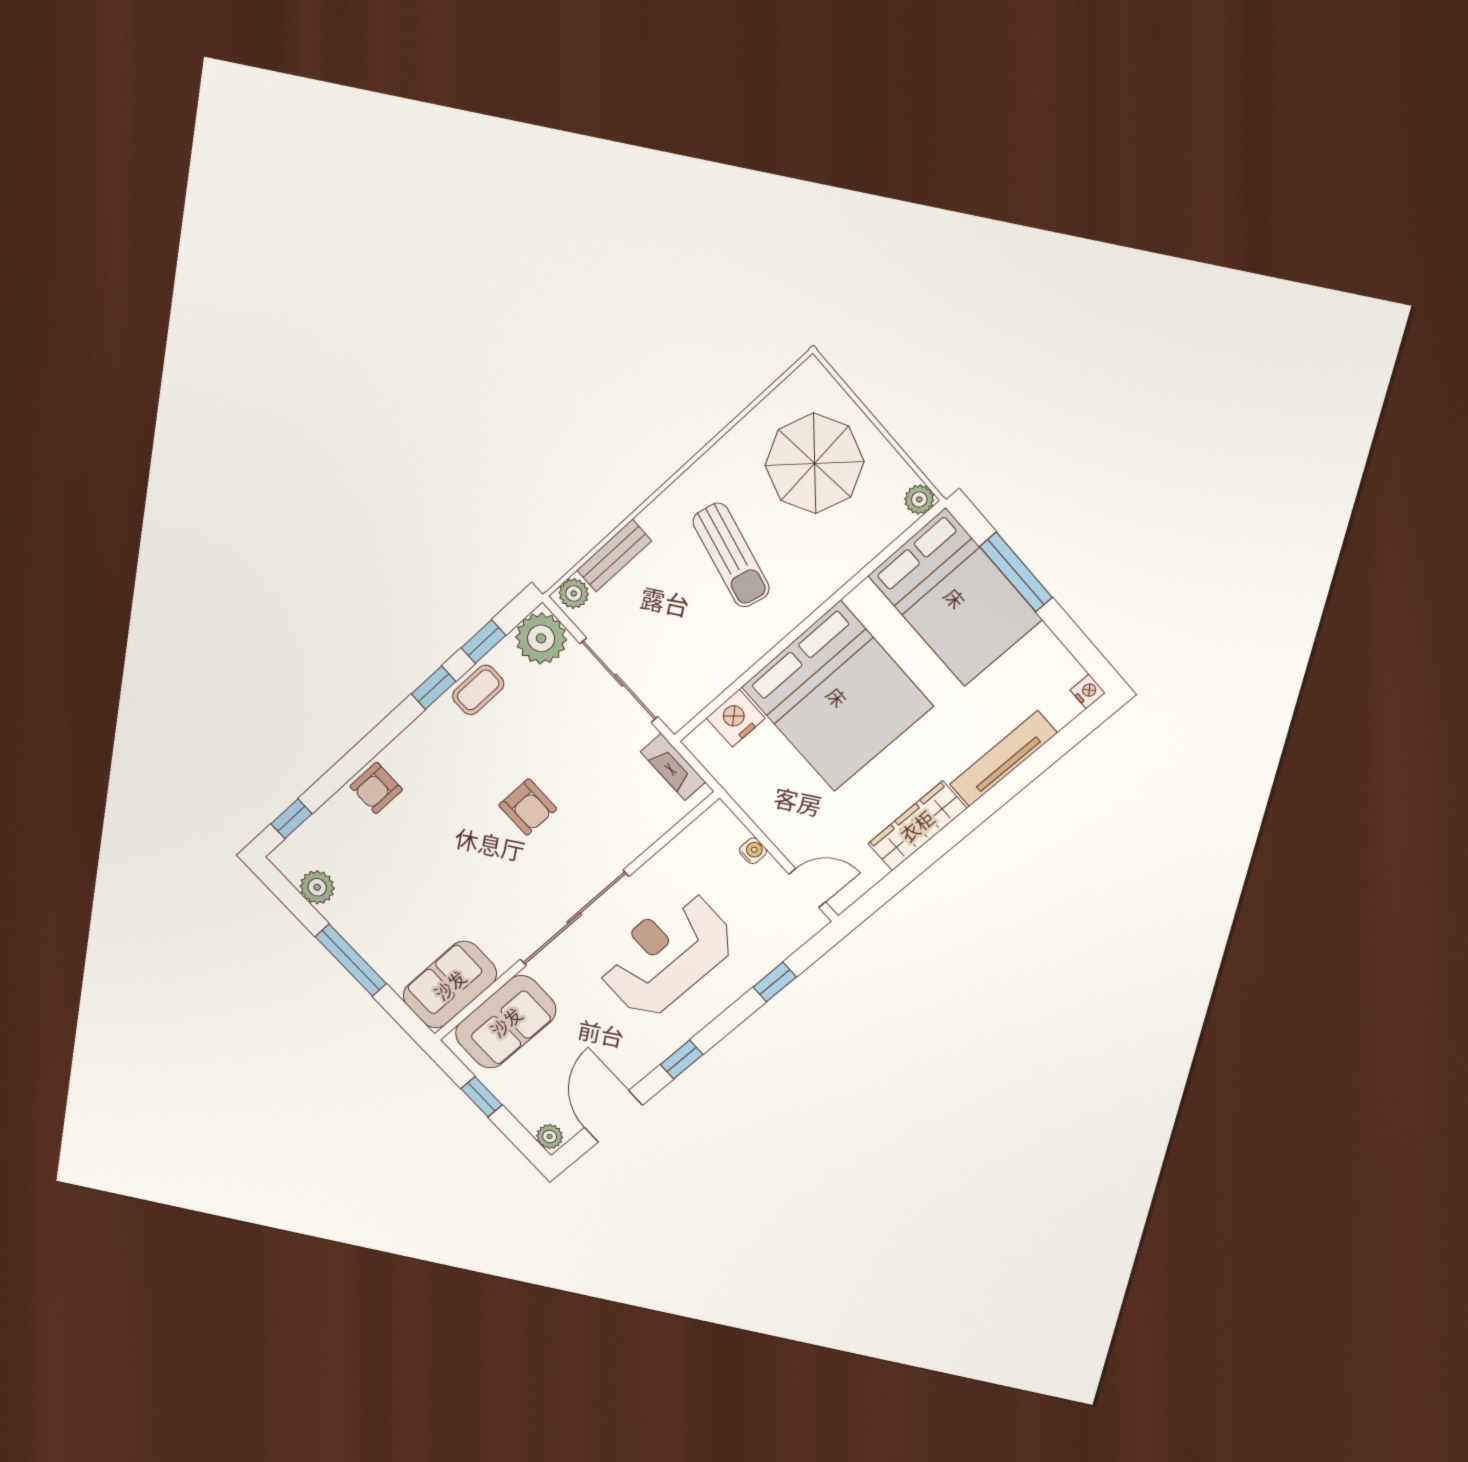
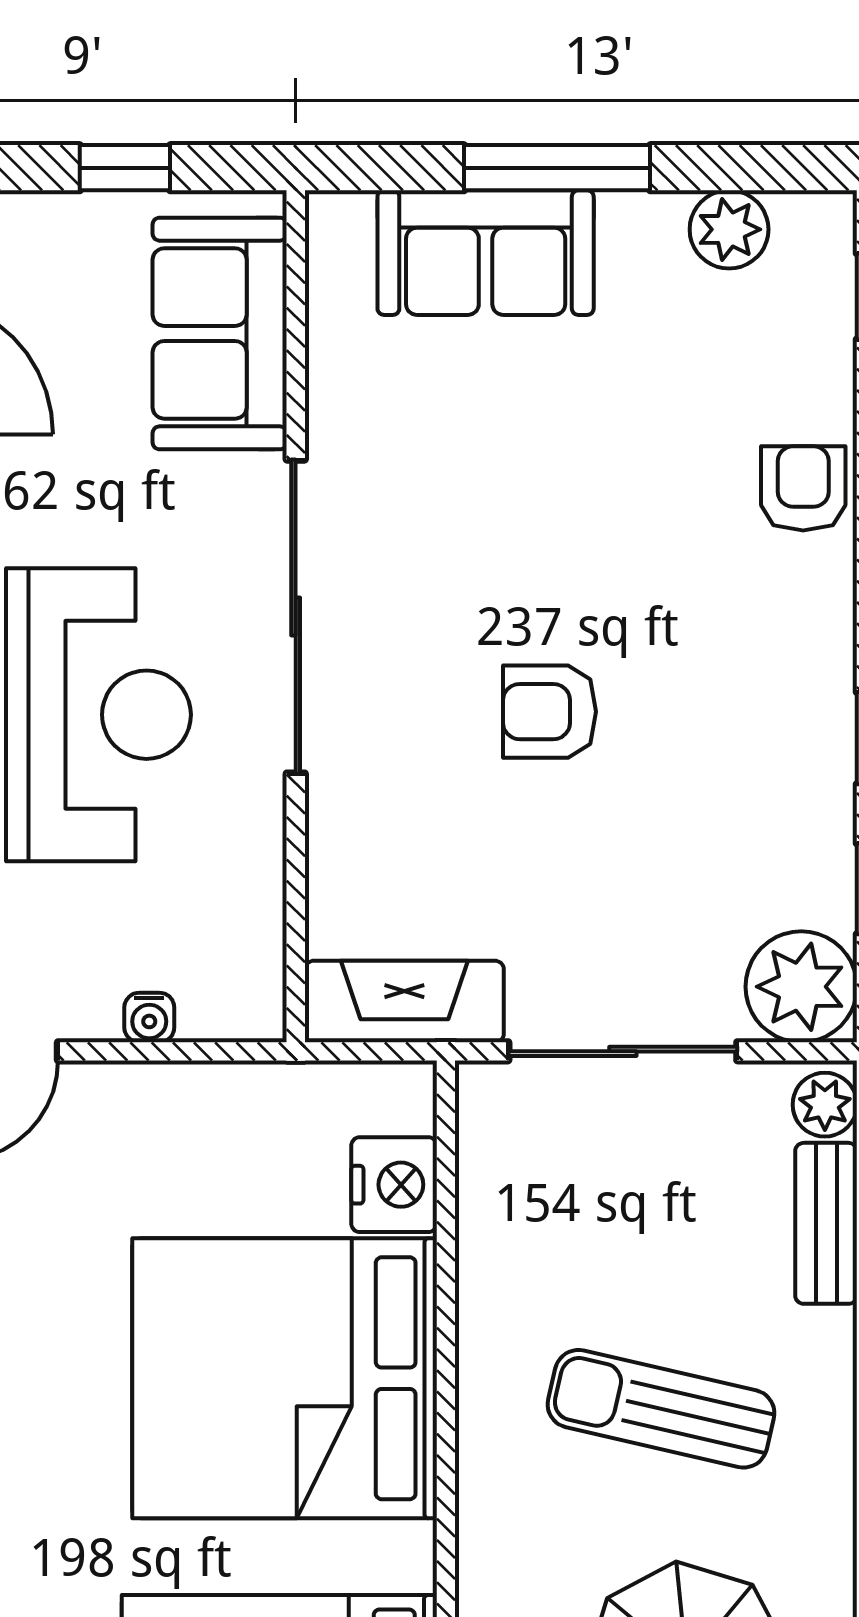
coffee table: (478, 690) -> (811, 808), removed
fireplace: (673, 767) -> (404, 1001), width x1.37, depth x1.32
sofa: (450, 985) -> (486, 253), moved, turned 90

